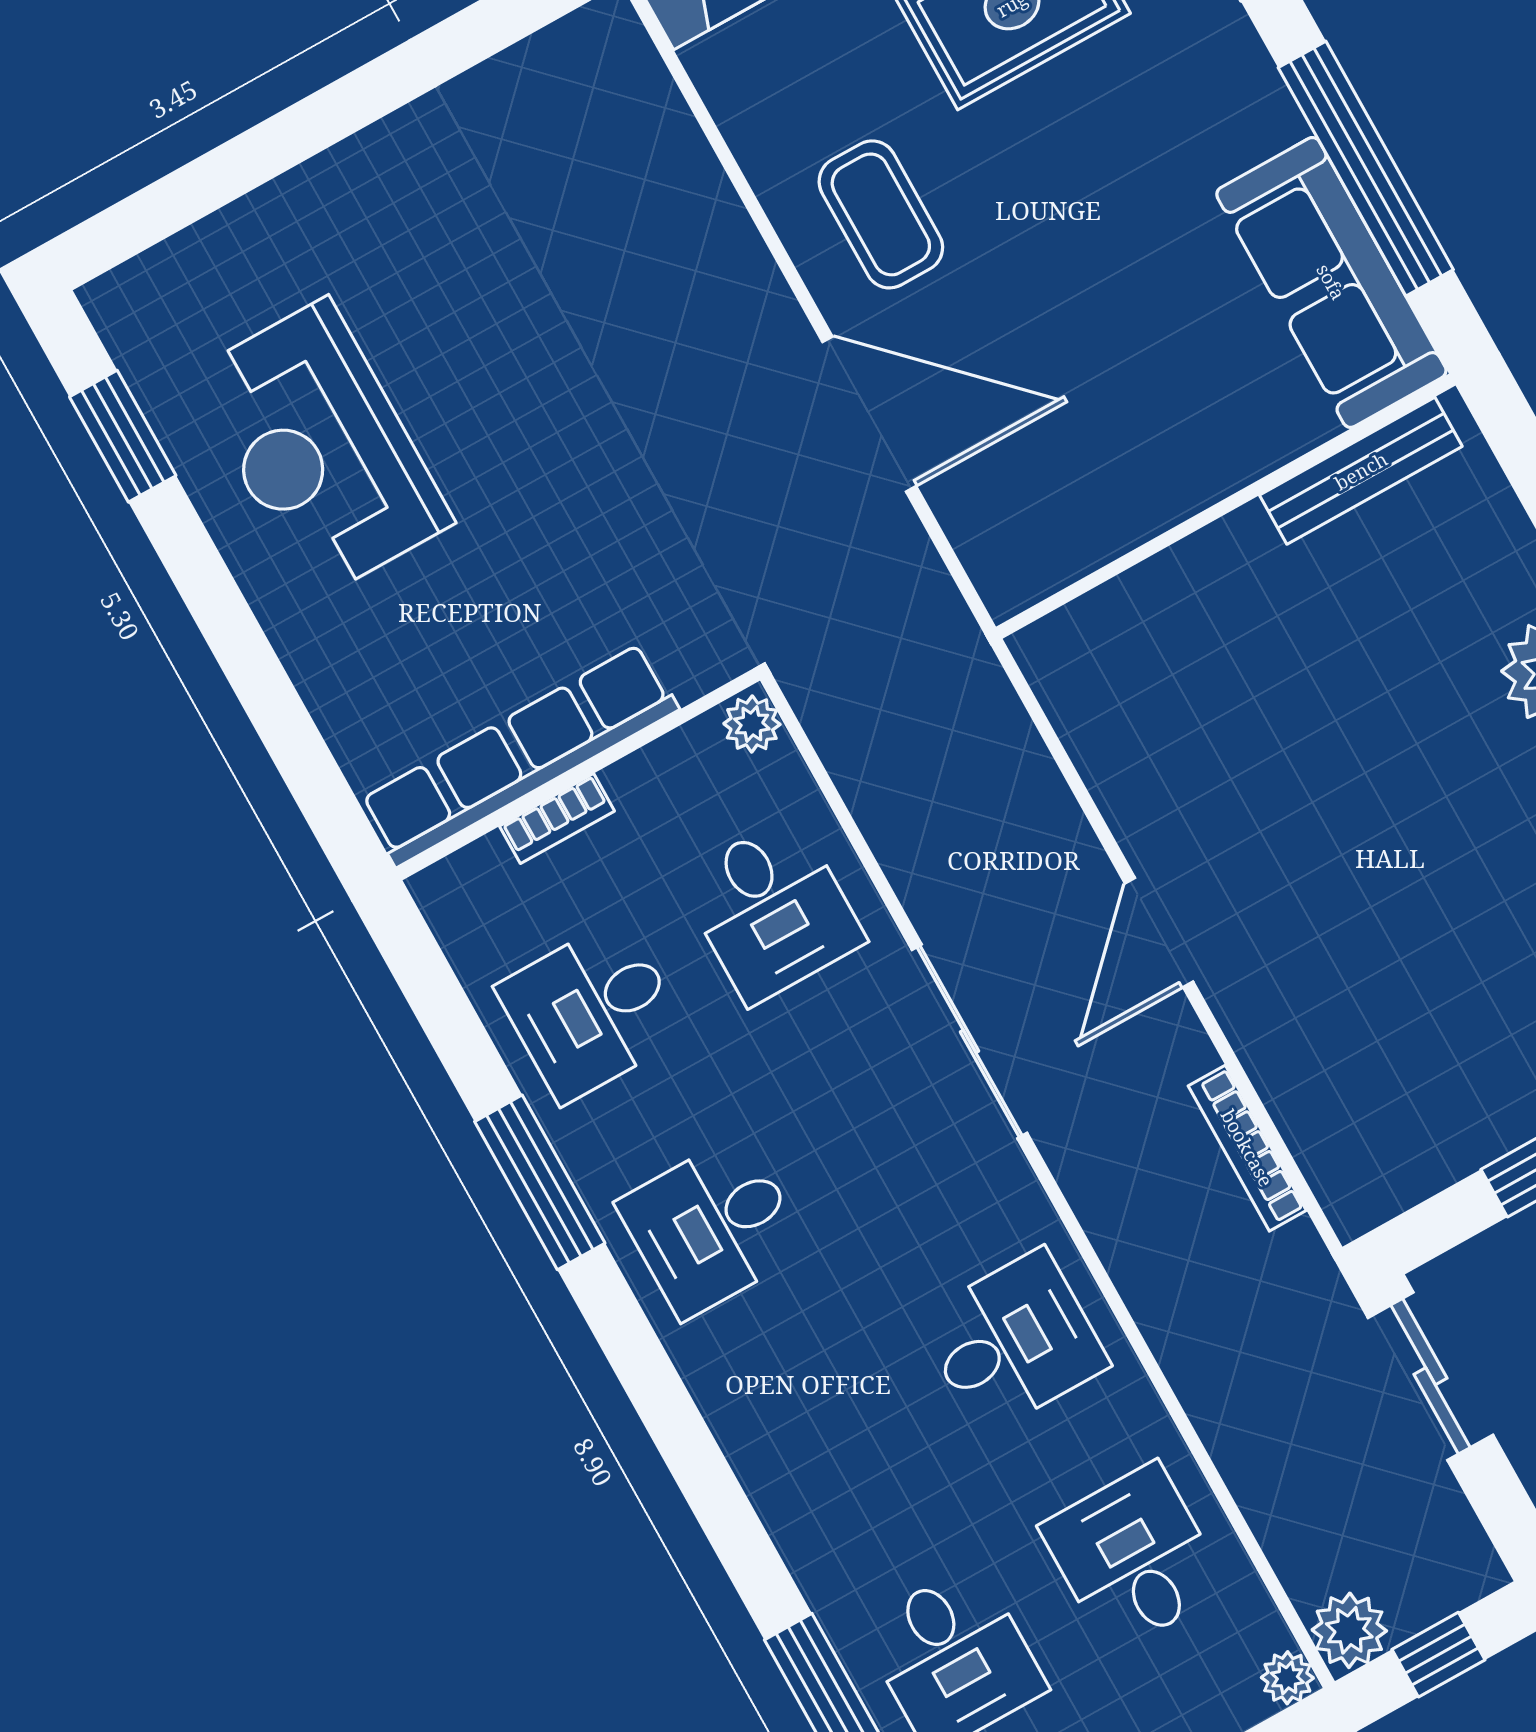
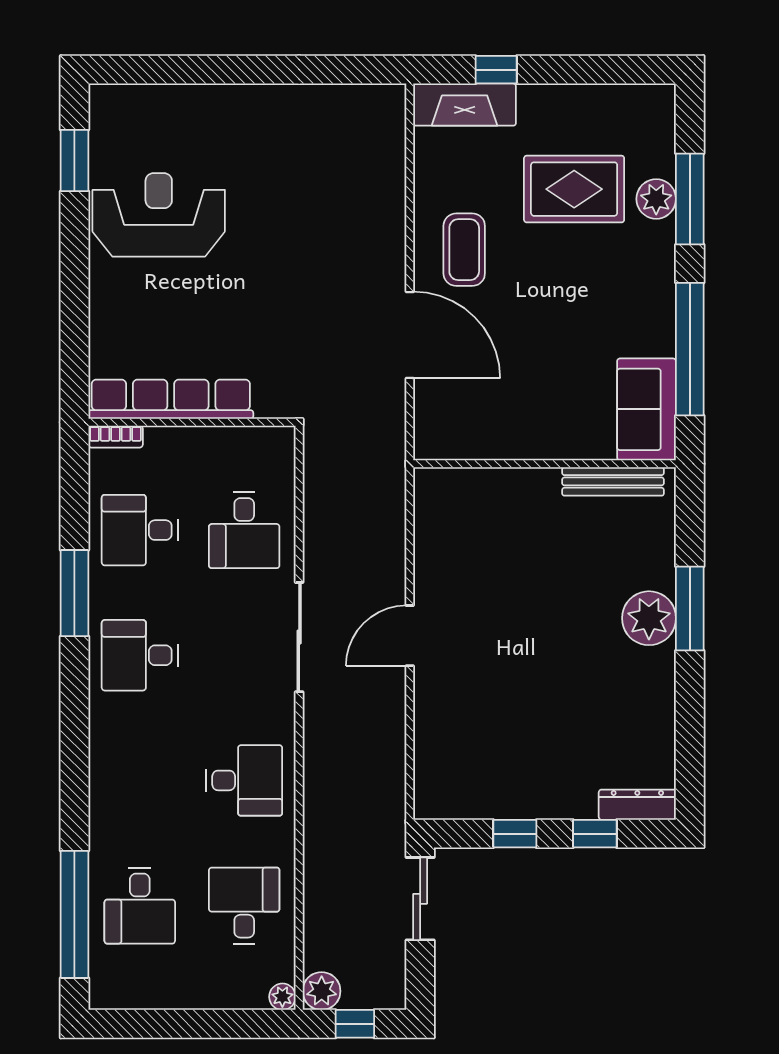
sofa: (1331, 282) -> (647, 409), width x0.73
reception desk: (321, 449) -> (159, 215), turned 90
plant: (752, 724) -> (281, 443), removed
bookcase: (557, 819) -> (116, 437), moved
bookcase: (1247, 1148) -> (396, 753), removed

